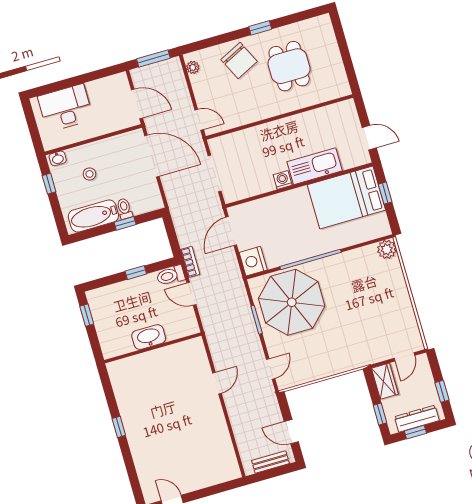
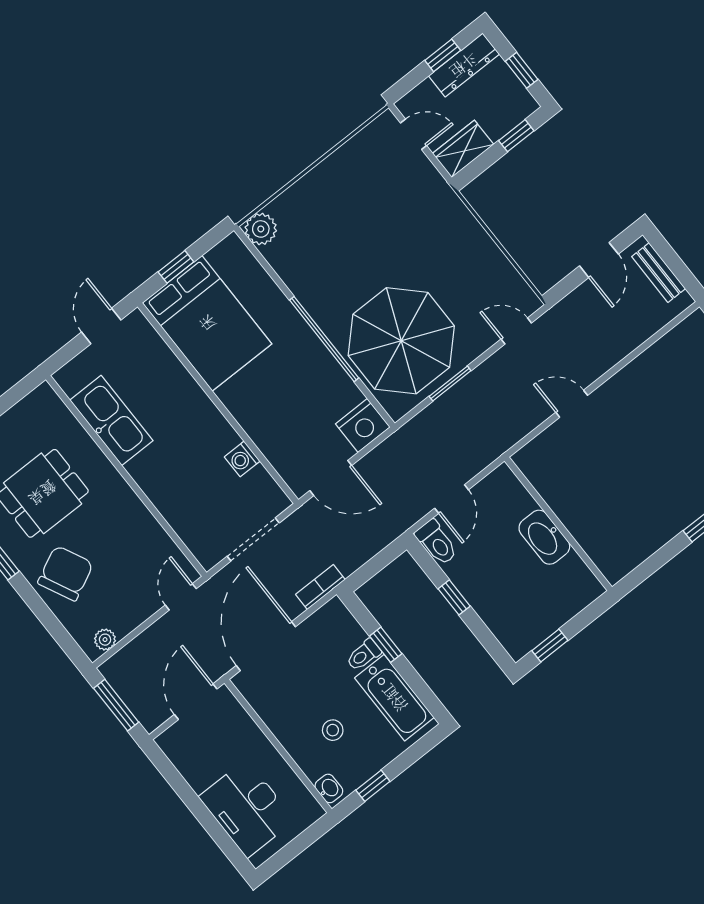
kitchen sink: (315, 166) -> (111, 420), moved, turned 180
washing machine: (283, 180) -> (242, 459), moved
bookcase: (190, 262) -> (320, 587), moved
dresser: (417, 419) -> (464, 65), moved, turned -90

